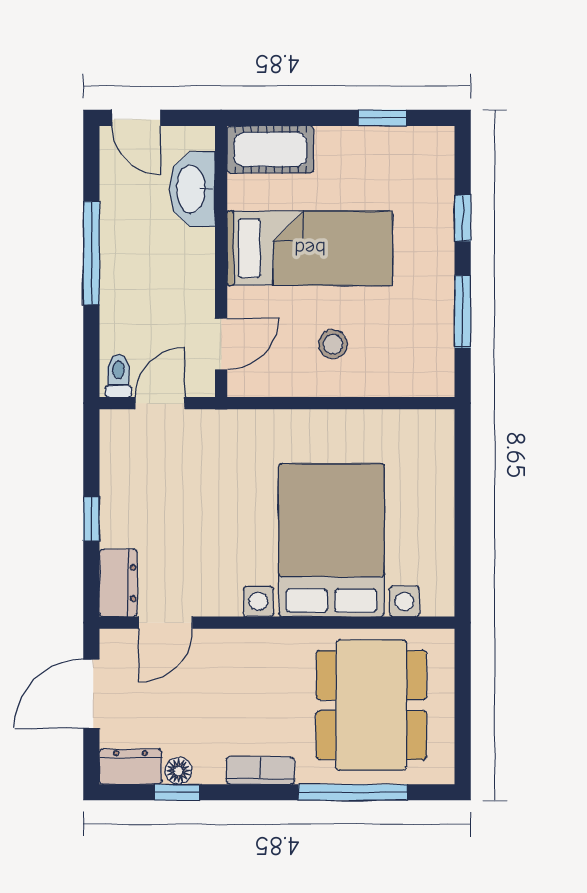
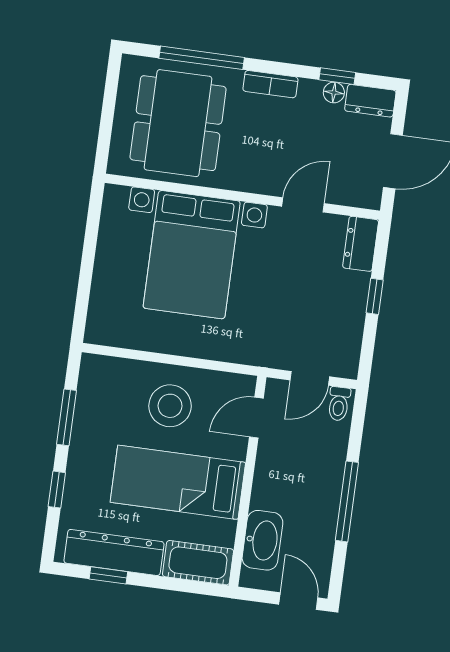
dresser: (379, 148) -> (114, 552), added
stool: (333, 344) -> (170, 406), width x1.89, depth x1.89
door: (166, 623) -> (303, 205), moved

